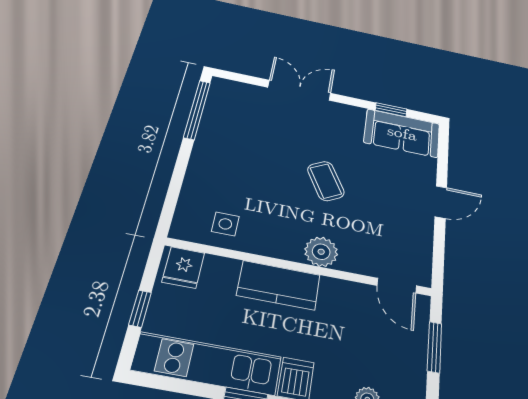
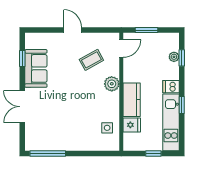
sofa: (402, 133) -> (36, 68), moved
coffee table: (326, 181) -> (91, 60), moved
fridge: (183, 267) -> (132, 125), moved

